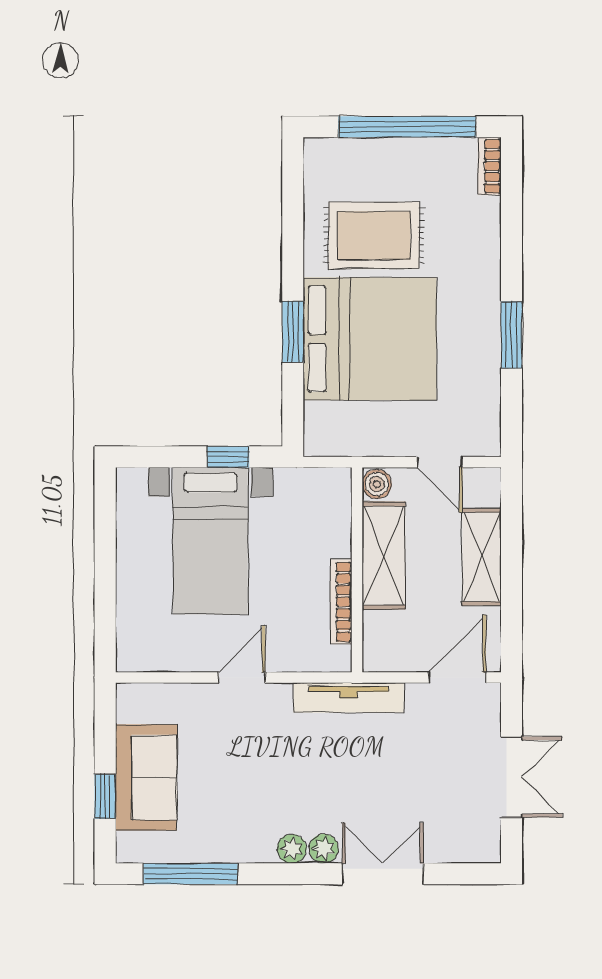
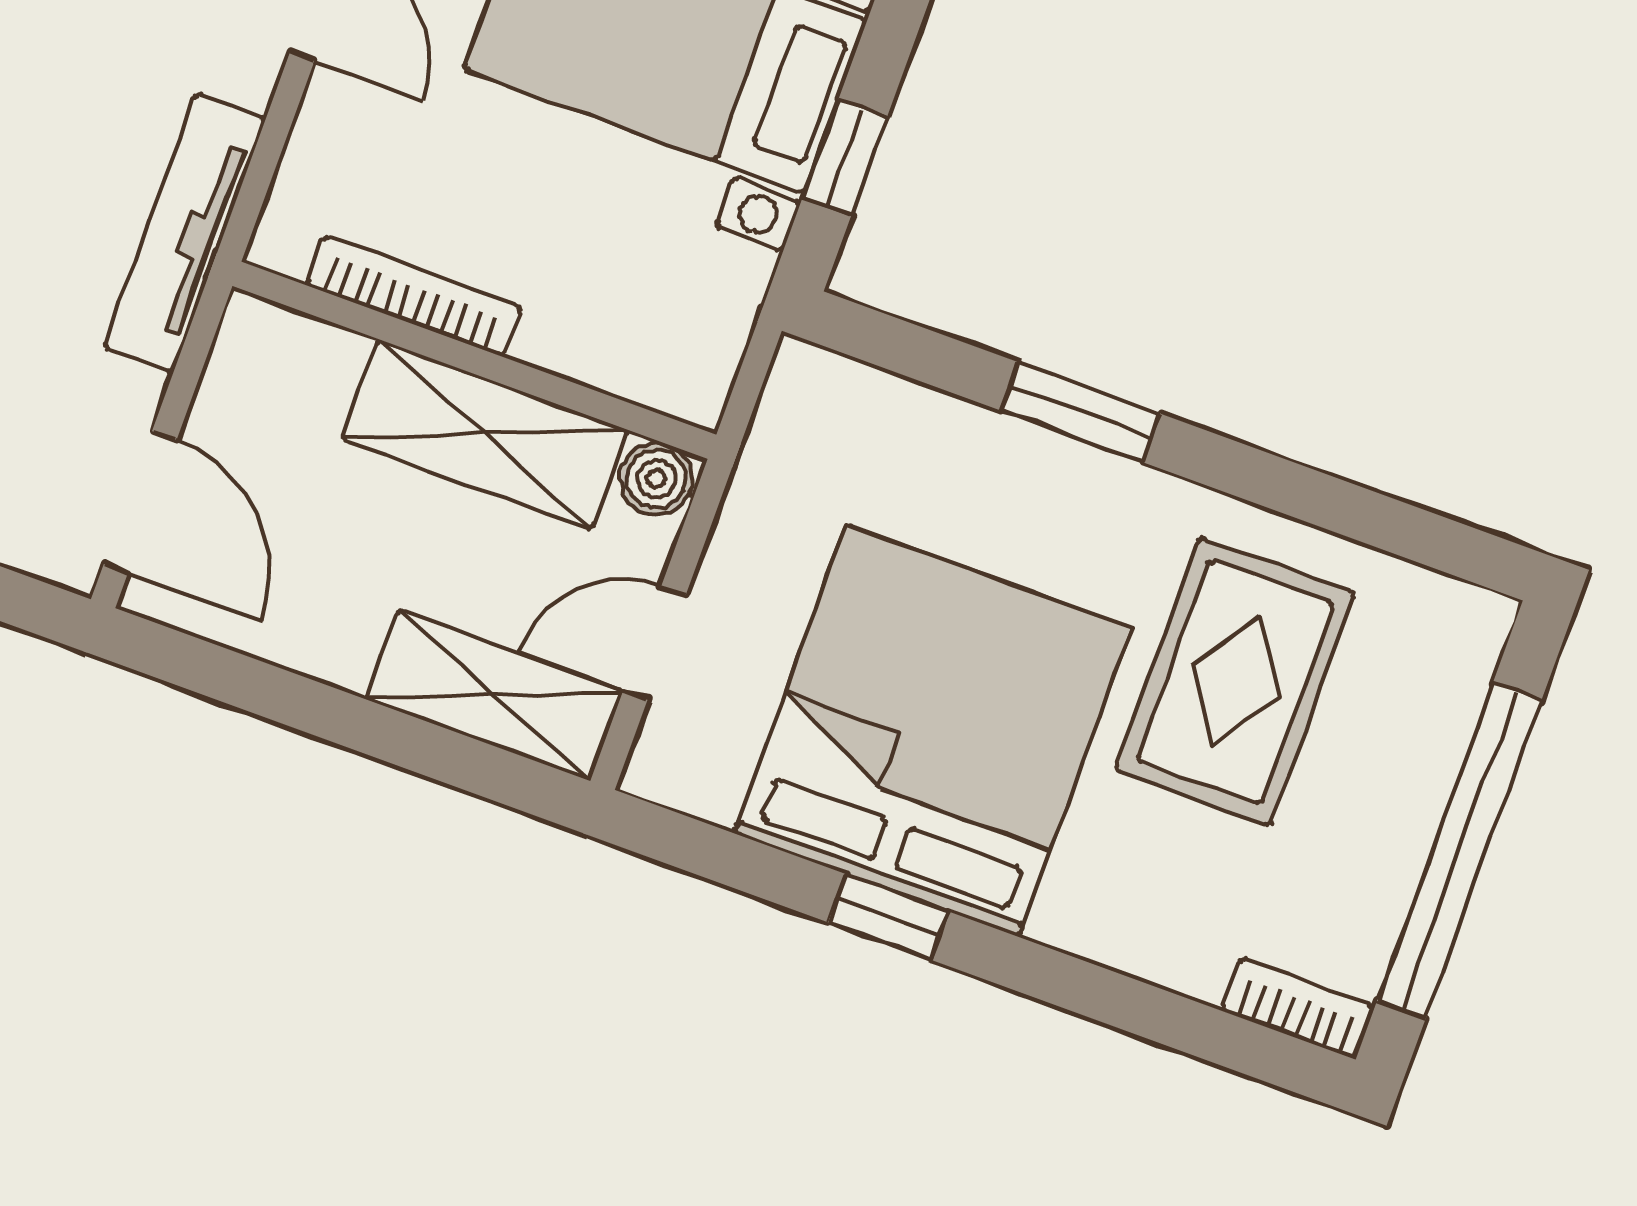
window: (512, 335) -> (888, 917), width x0.67
bed: (370, 339) -> (932, 731), moved, turned 180
shelving: (482, 557) -> (494, 695), moved

